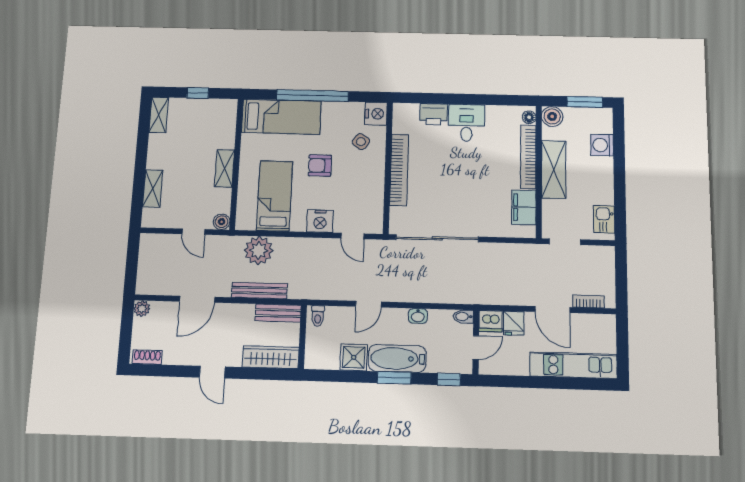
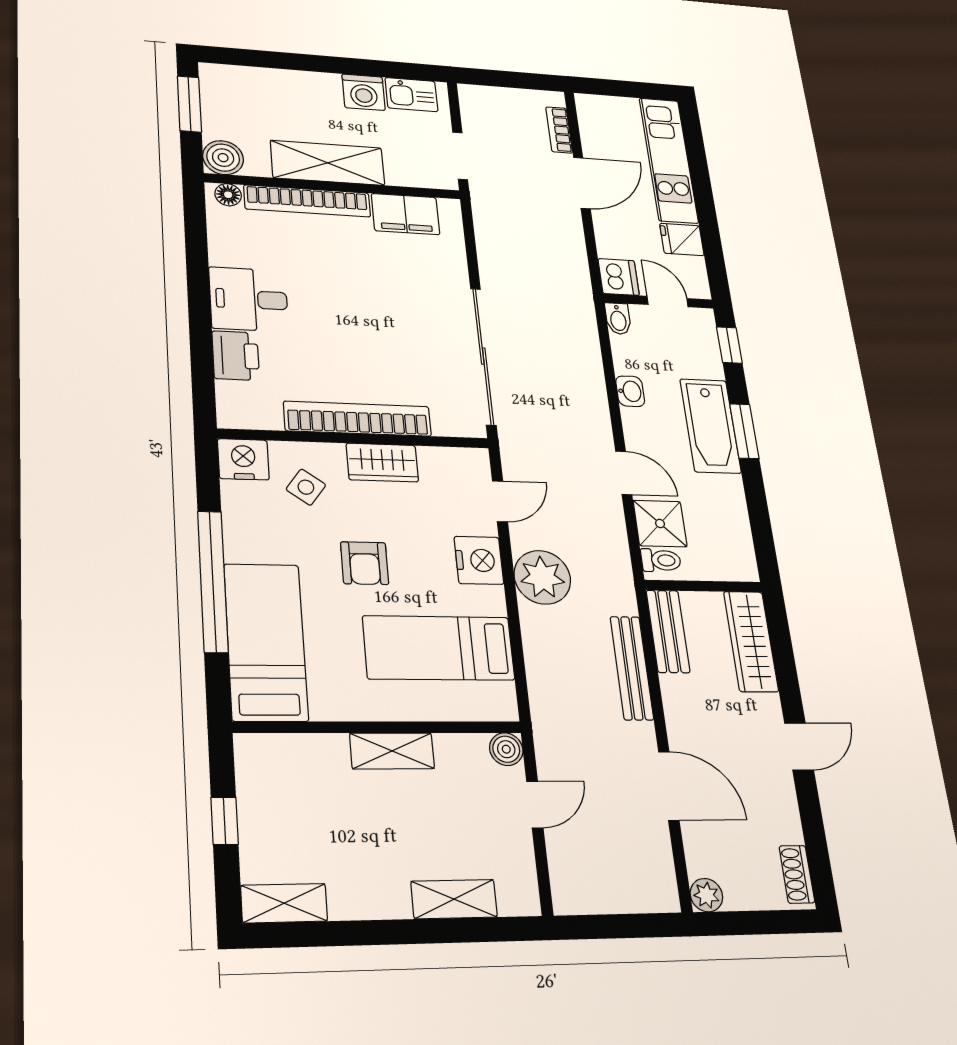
washing machine: (602, 145) -> (364, 92), moved
wardrobe: (374, 180) -> (382, 463), added
plant: (259, 250) -> (542, 577), moved
fridge: (514, 323) -> (682, 239), moved, turned 180
shower: (354, 357) -> (660, 523), moved

